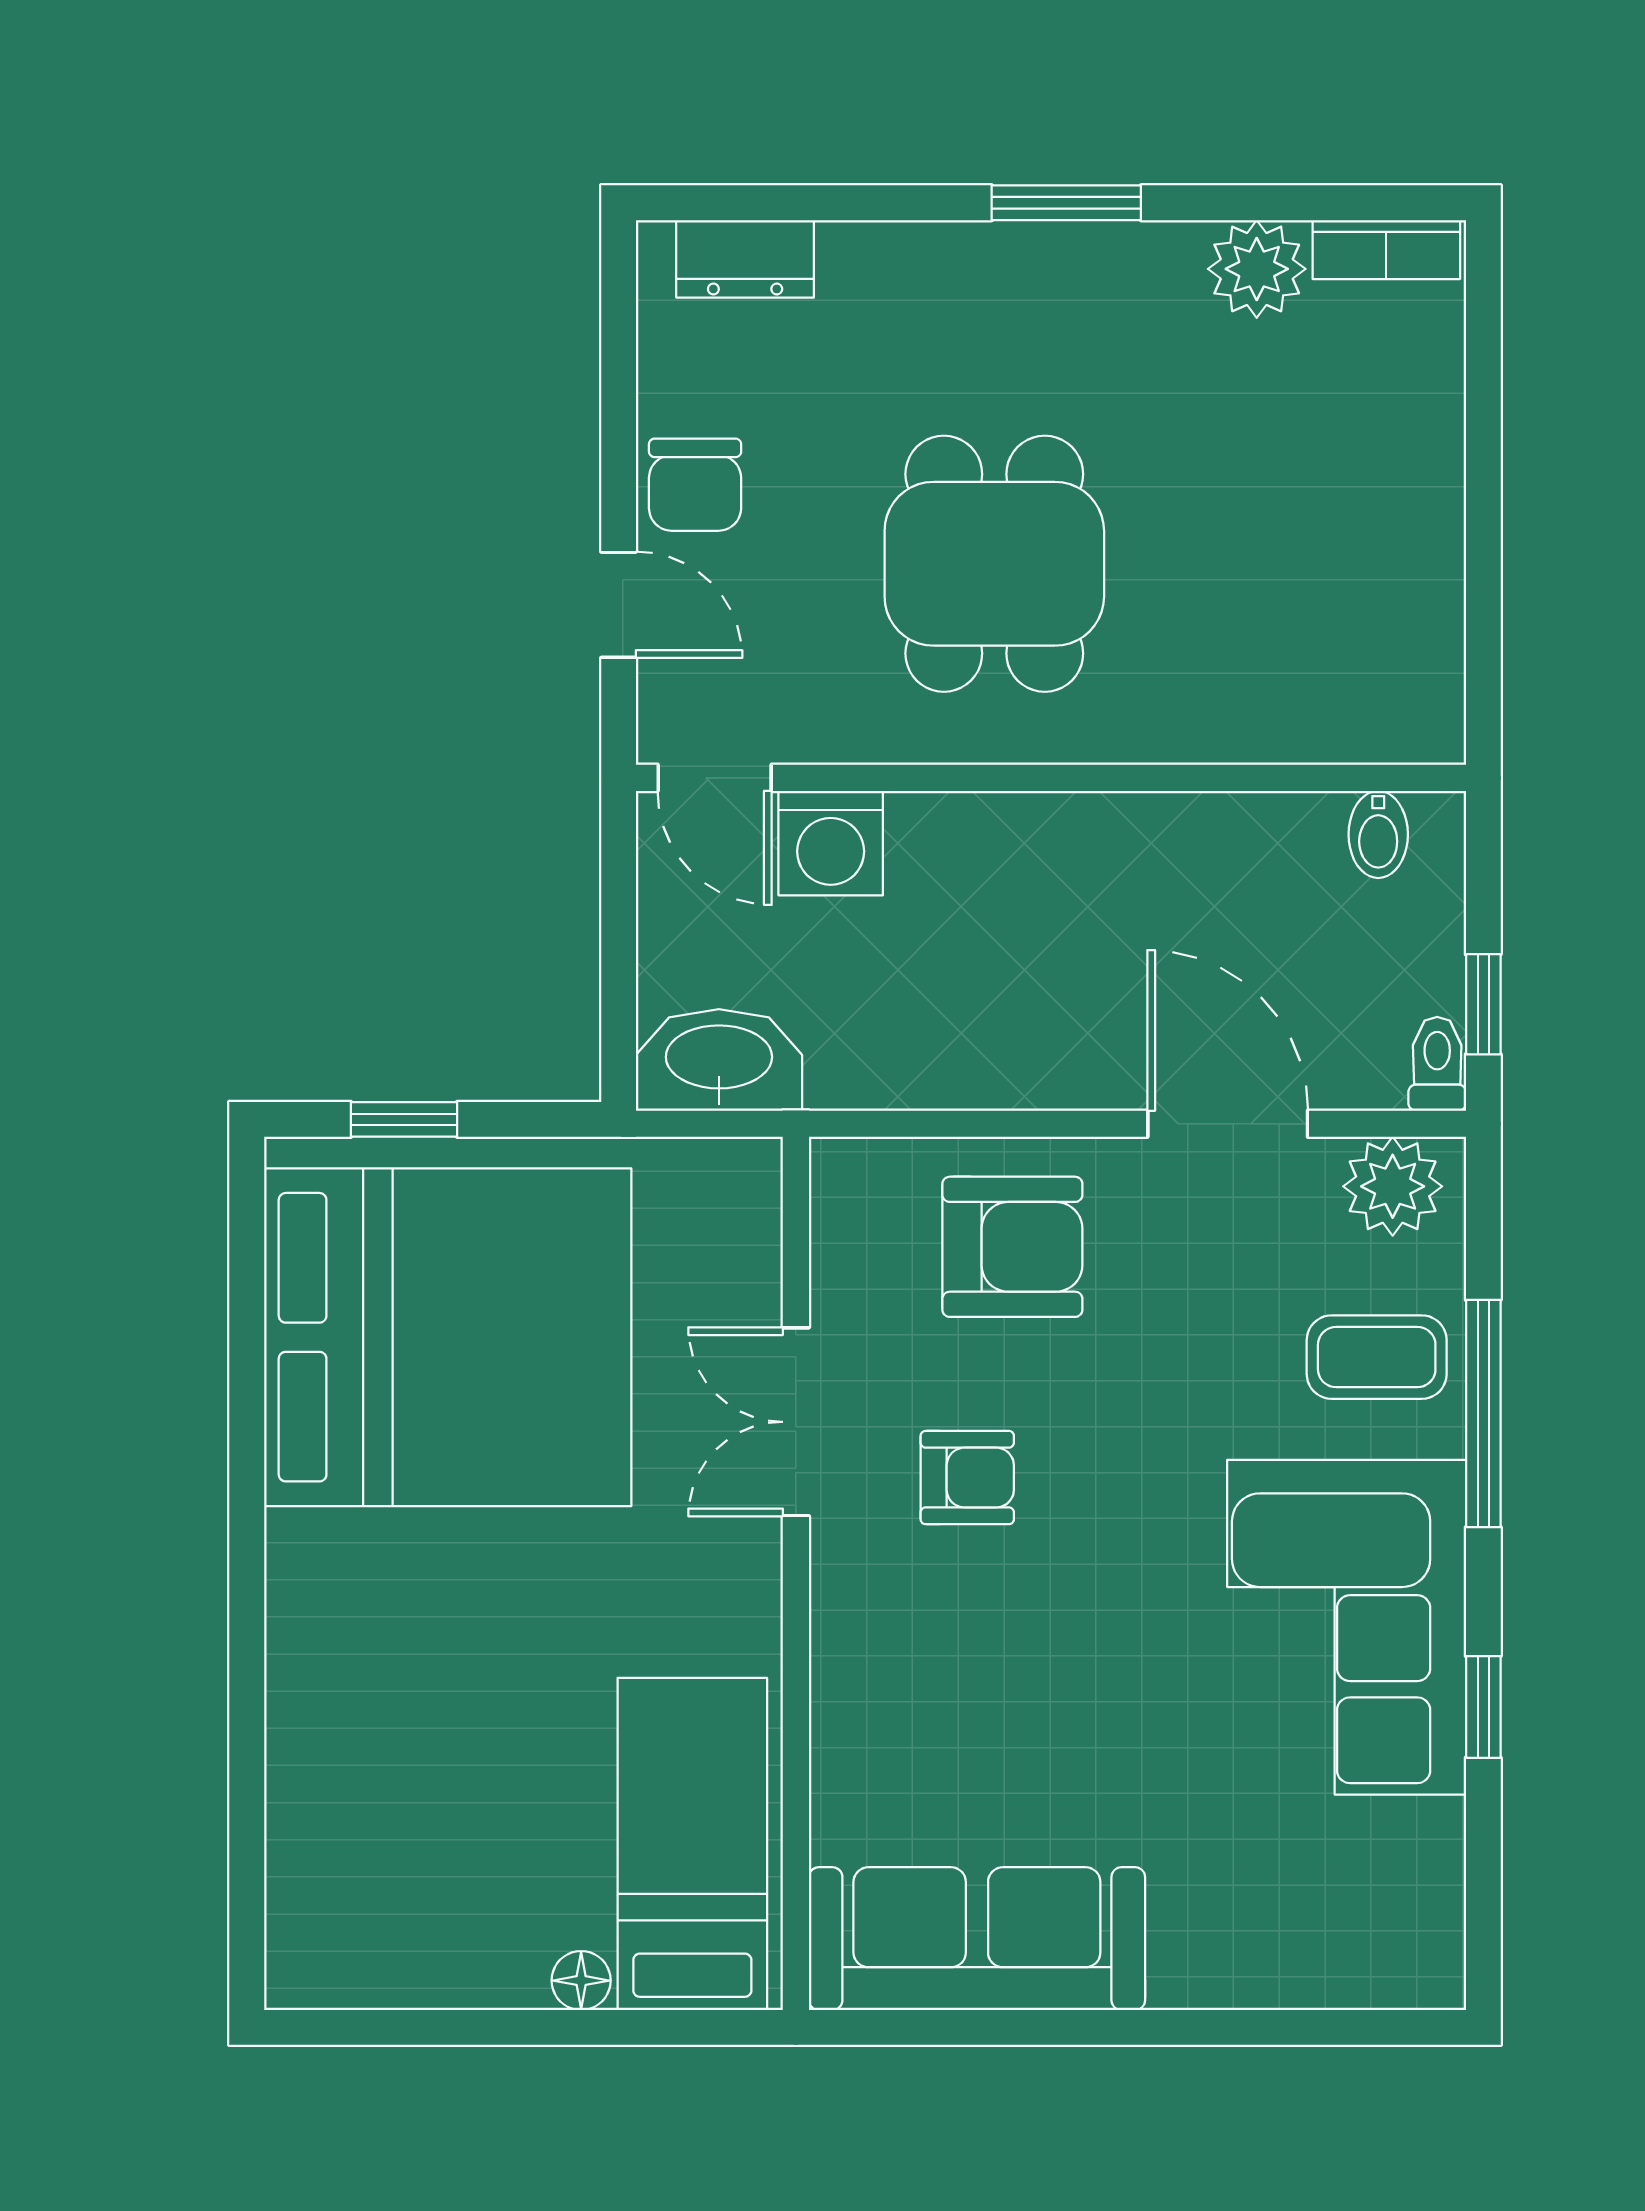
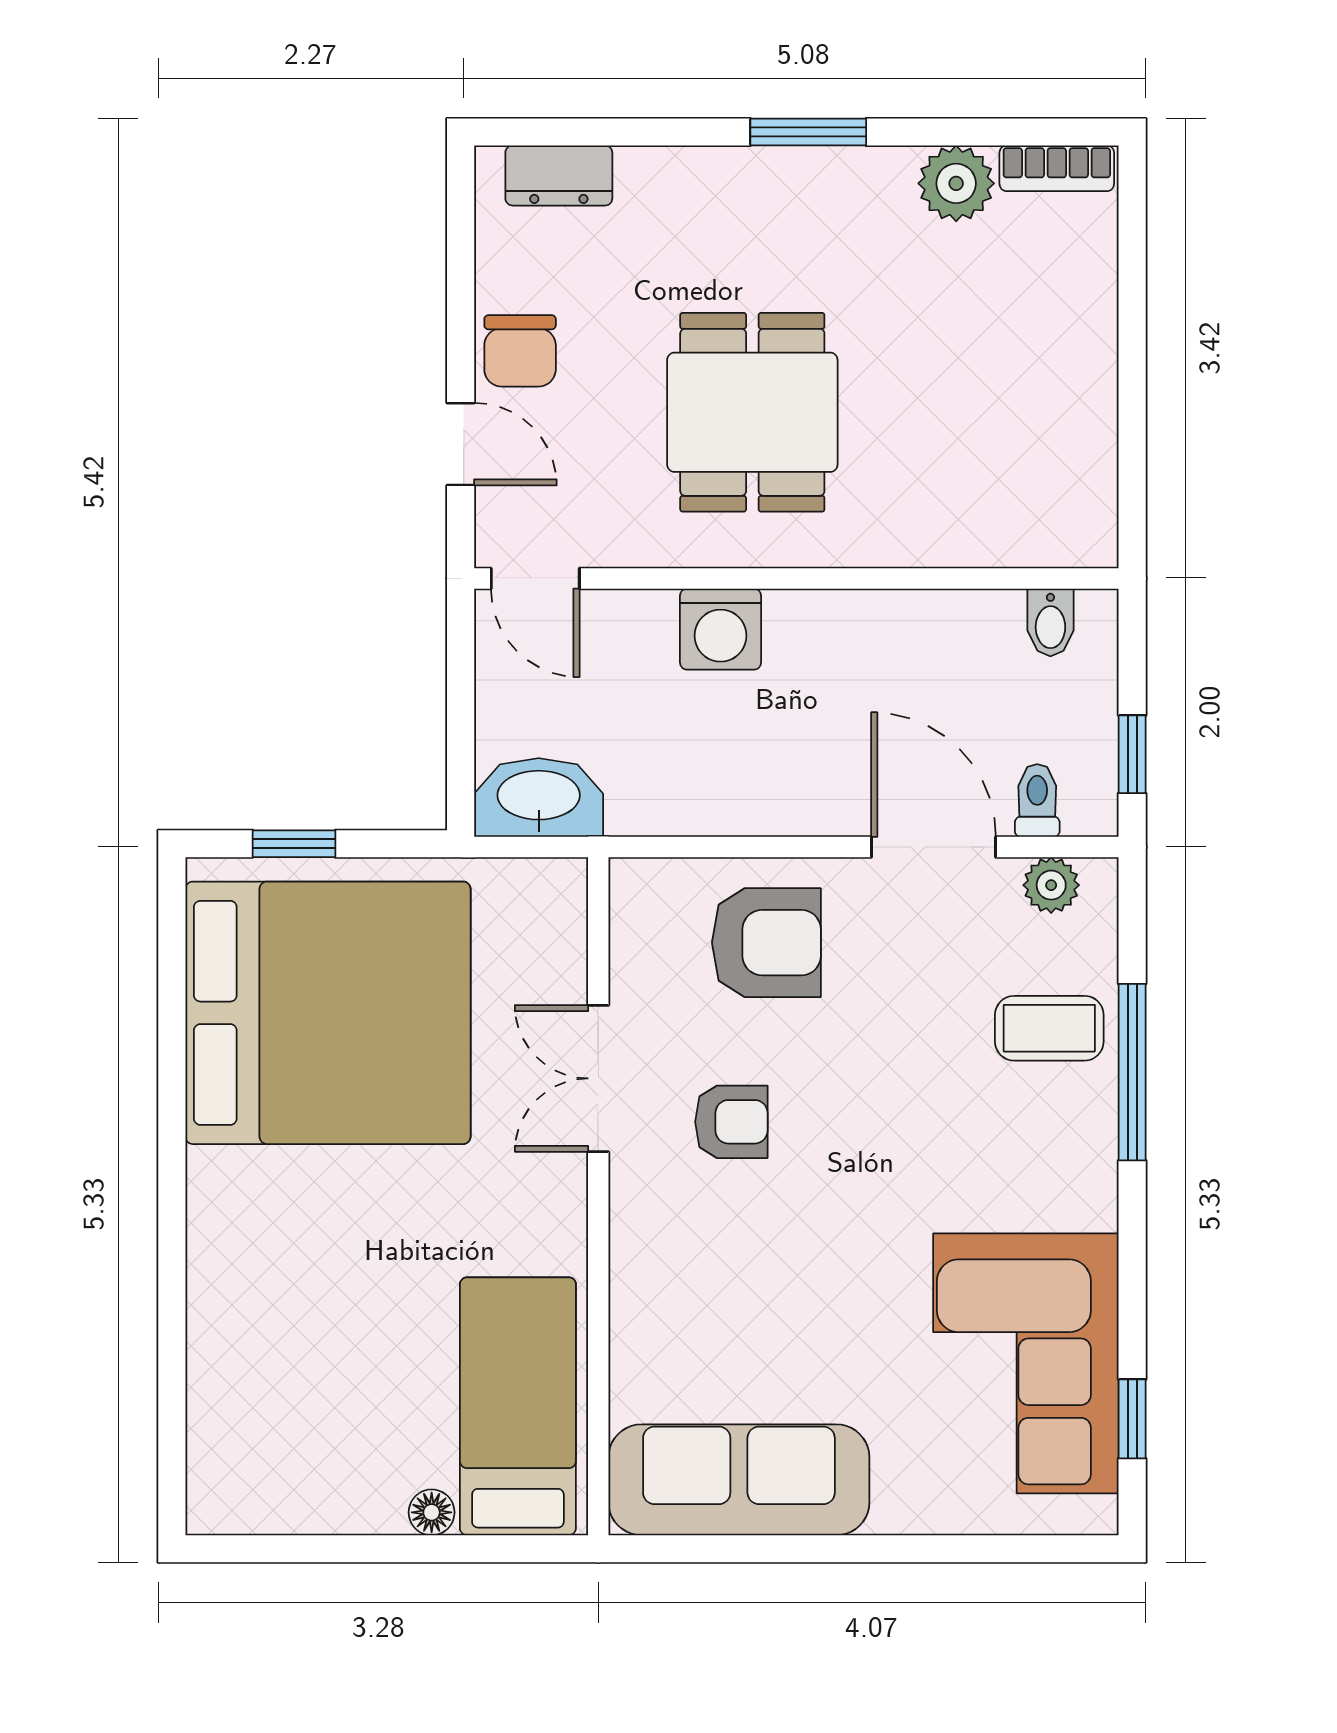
washing machine: (831, 843) -> (721, 629), moved
toilet: (1437, 1064) -> (1037, 801), moved
plant: (1393, 1186) -> (1051, 885), width x0.73, depth x0.73
corner sofa: (1347, 1627) -> (1026, 1363), moved
window: (1483, 1707) -> (1132, 1419), moved

